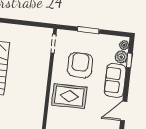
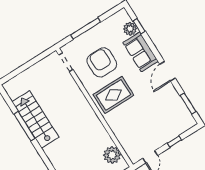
window: (88, 30) -> (86, 28), width x1.44
plant: (124, 45) -> (125, 17), removed

